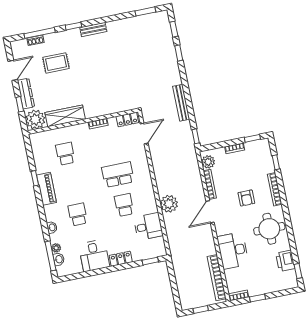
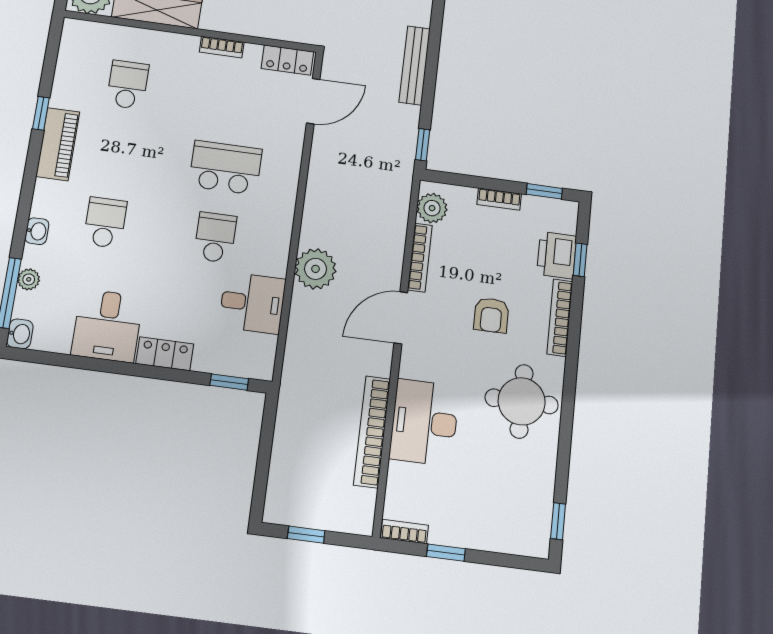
washbasin: (59, 259) -> (20, 334), moved
printer: (285, 261) -> (557, 255), moved
bookcase: (217, 278) -> (372, 432), moved

